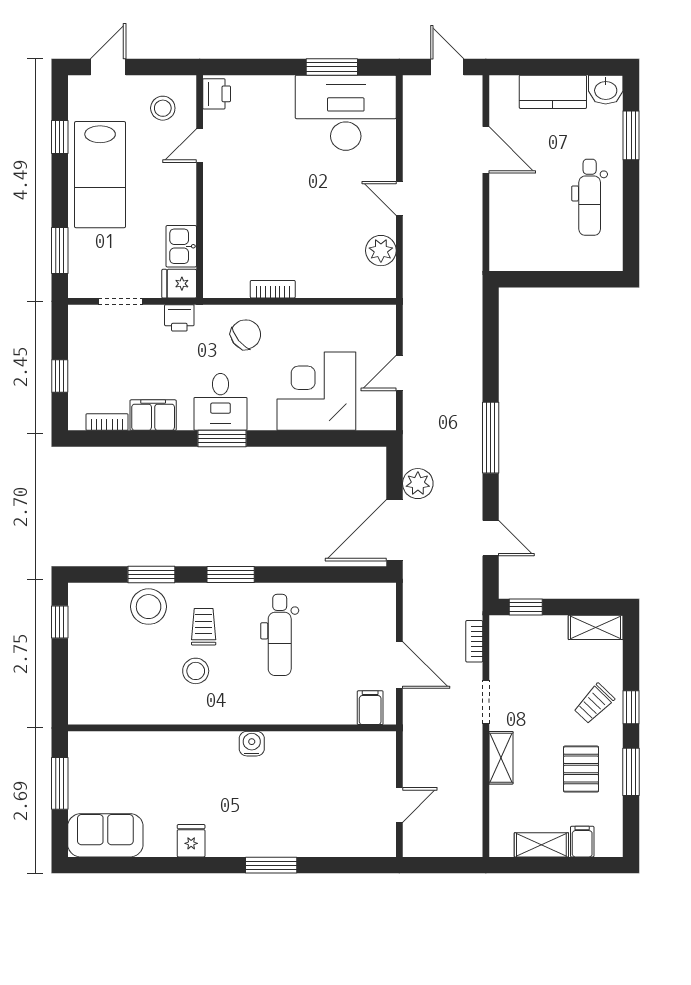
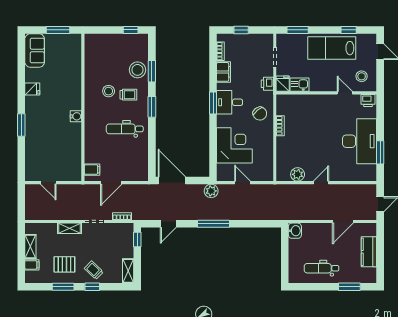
washbasin: (606, 90) -> (295, 231), moved, turned 180
desk: (346, 113) -> (360, 141), moved
plant: (418, 484) -> (211, 191), moved

